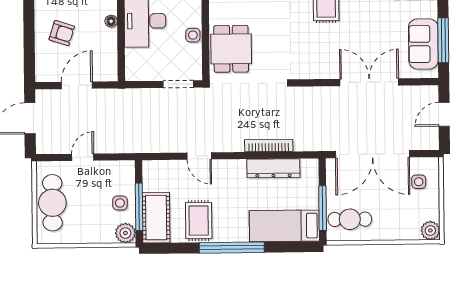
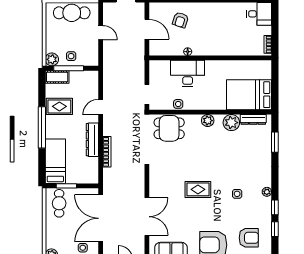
dresser: (273, 168) -> (92, 140), moved
window: (323, 208) -> (66, 186), width x0.69
cot: (156, 218) -> (57, 77), width x0.73, depth x0.75

